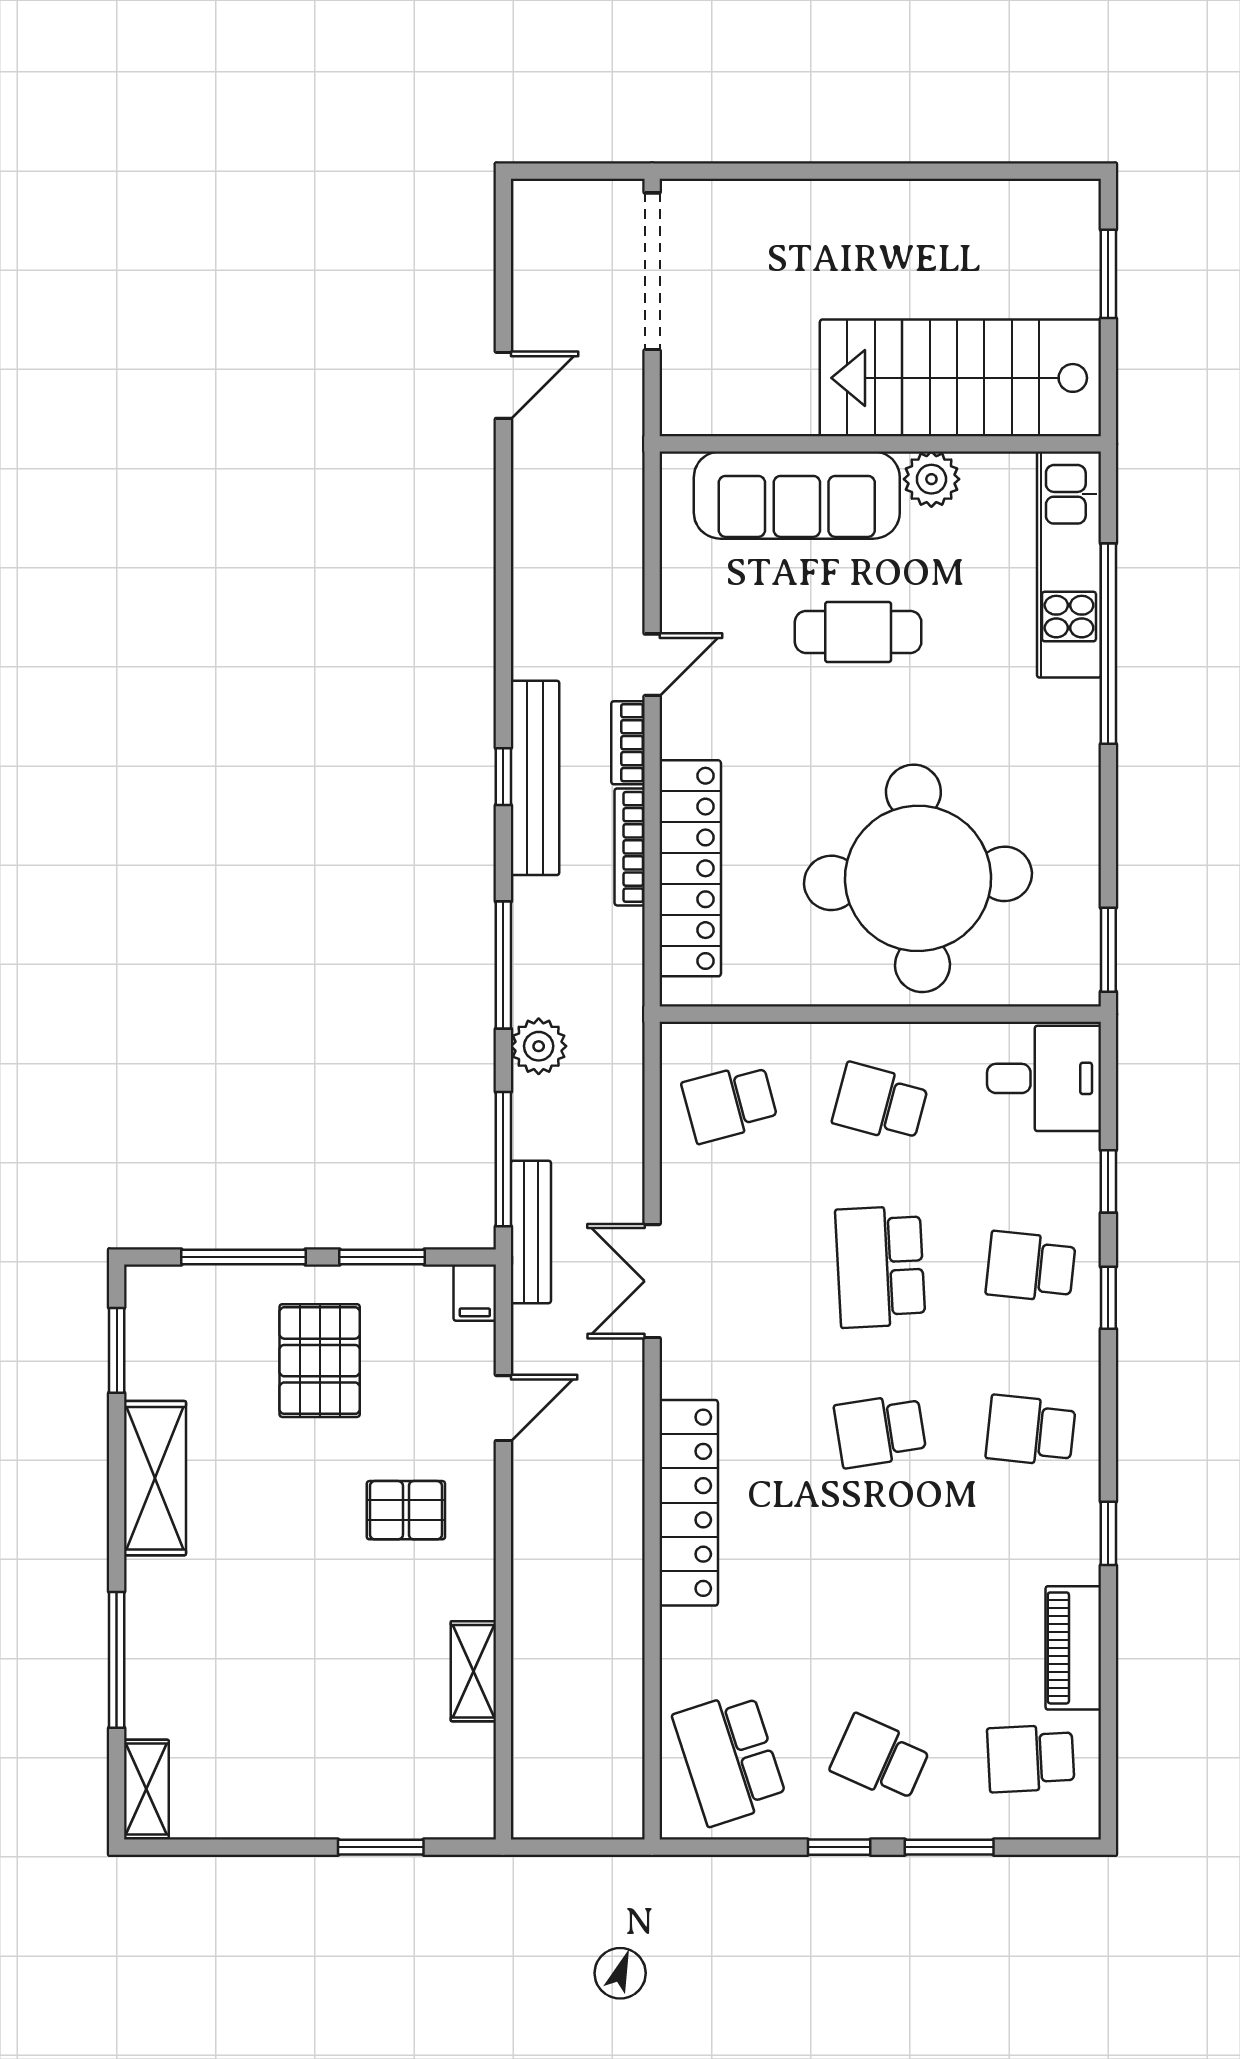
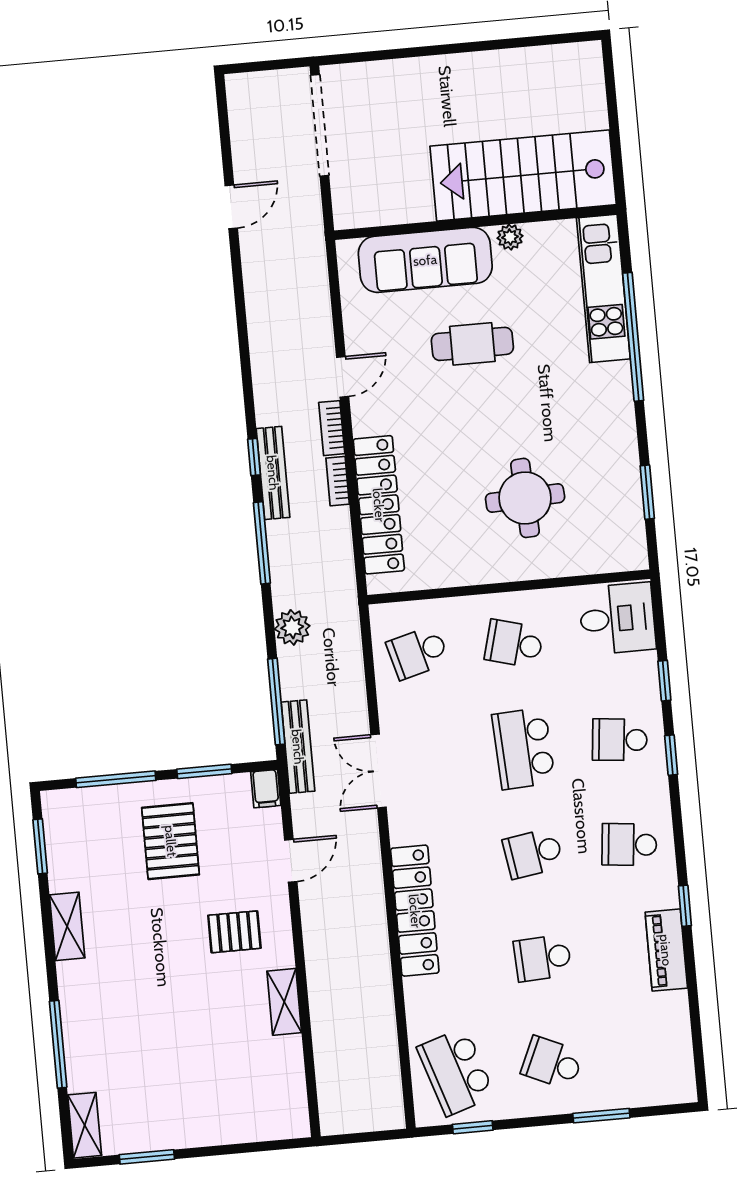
window: (1108, 274) -> (612, 100), removed
plant: (931, 479) -> (510, 237), width x0.73, depth x0.73
bench: (535, 778) -> (273, 473), width x0.73, depth x0.82
bookcase: (630, 847) -> (338, 481), width x0.64
round table: (918, 878) -> (525, 498), width x0.54, depth x0.54
window: (1108, 950) -> (647, 492), moved
window: (503, 965) -> (262, 543), moved
shelving: (155, 1478) -> (67, 926), width x0.67, depth x0.75
piano: (1073, 1648) -> (666, 950), moved
shelving: (473, 1671) -> (284, 1002), moved
school desk: (1031, 1758) -> (543, 958), moved
window: (381, 1847) -> (147, 1157), moved
window: (839, 1847) -> (473, 1127), moved

